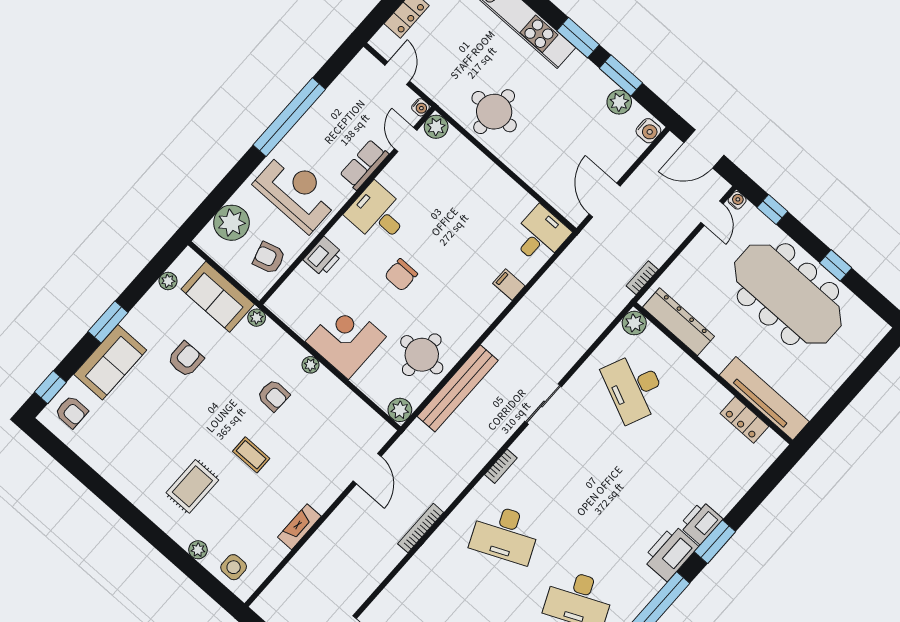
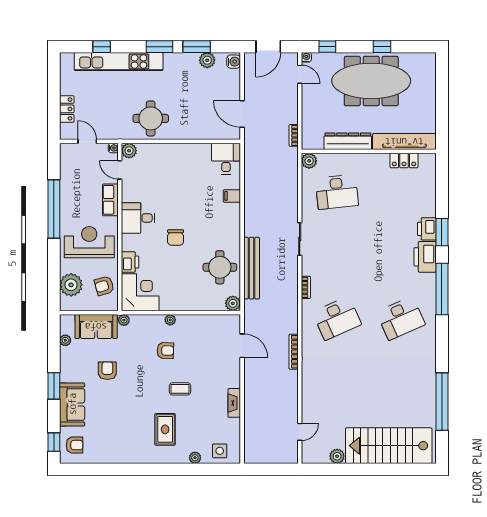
dresser: (678, 322) -> (348, 141), moved
corner desk: (346, 339) -> (140, 292), moved, turned 90
desk: (635, 387) -> (337, 192), turned -30

